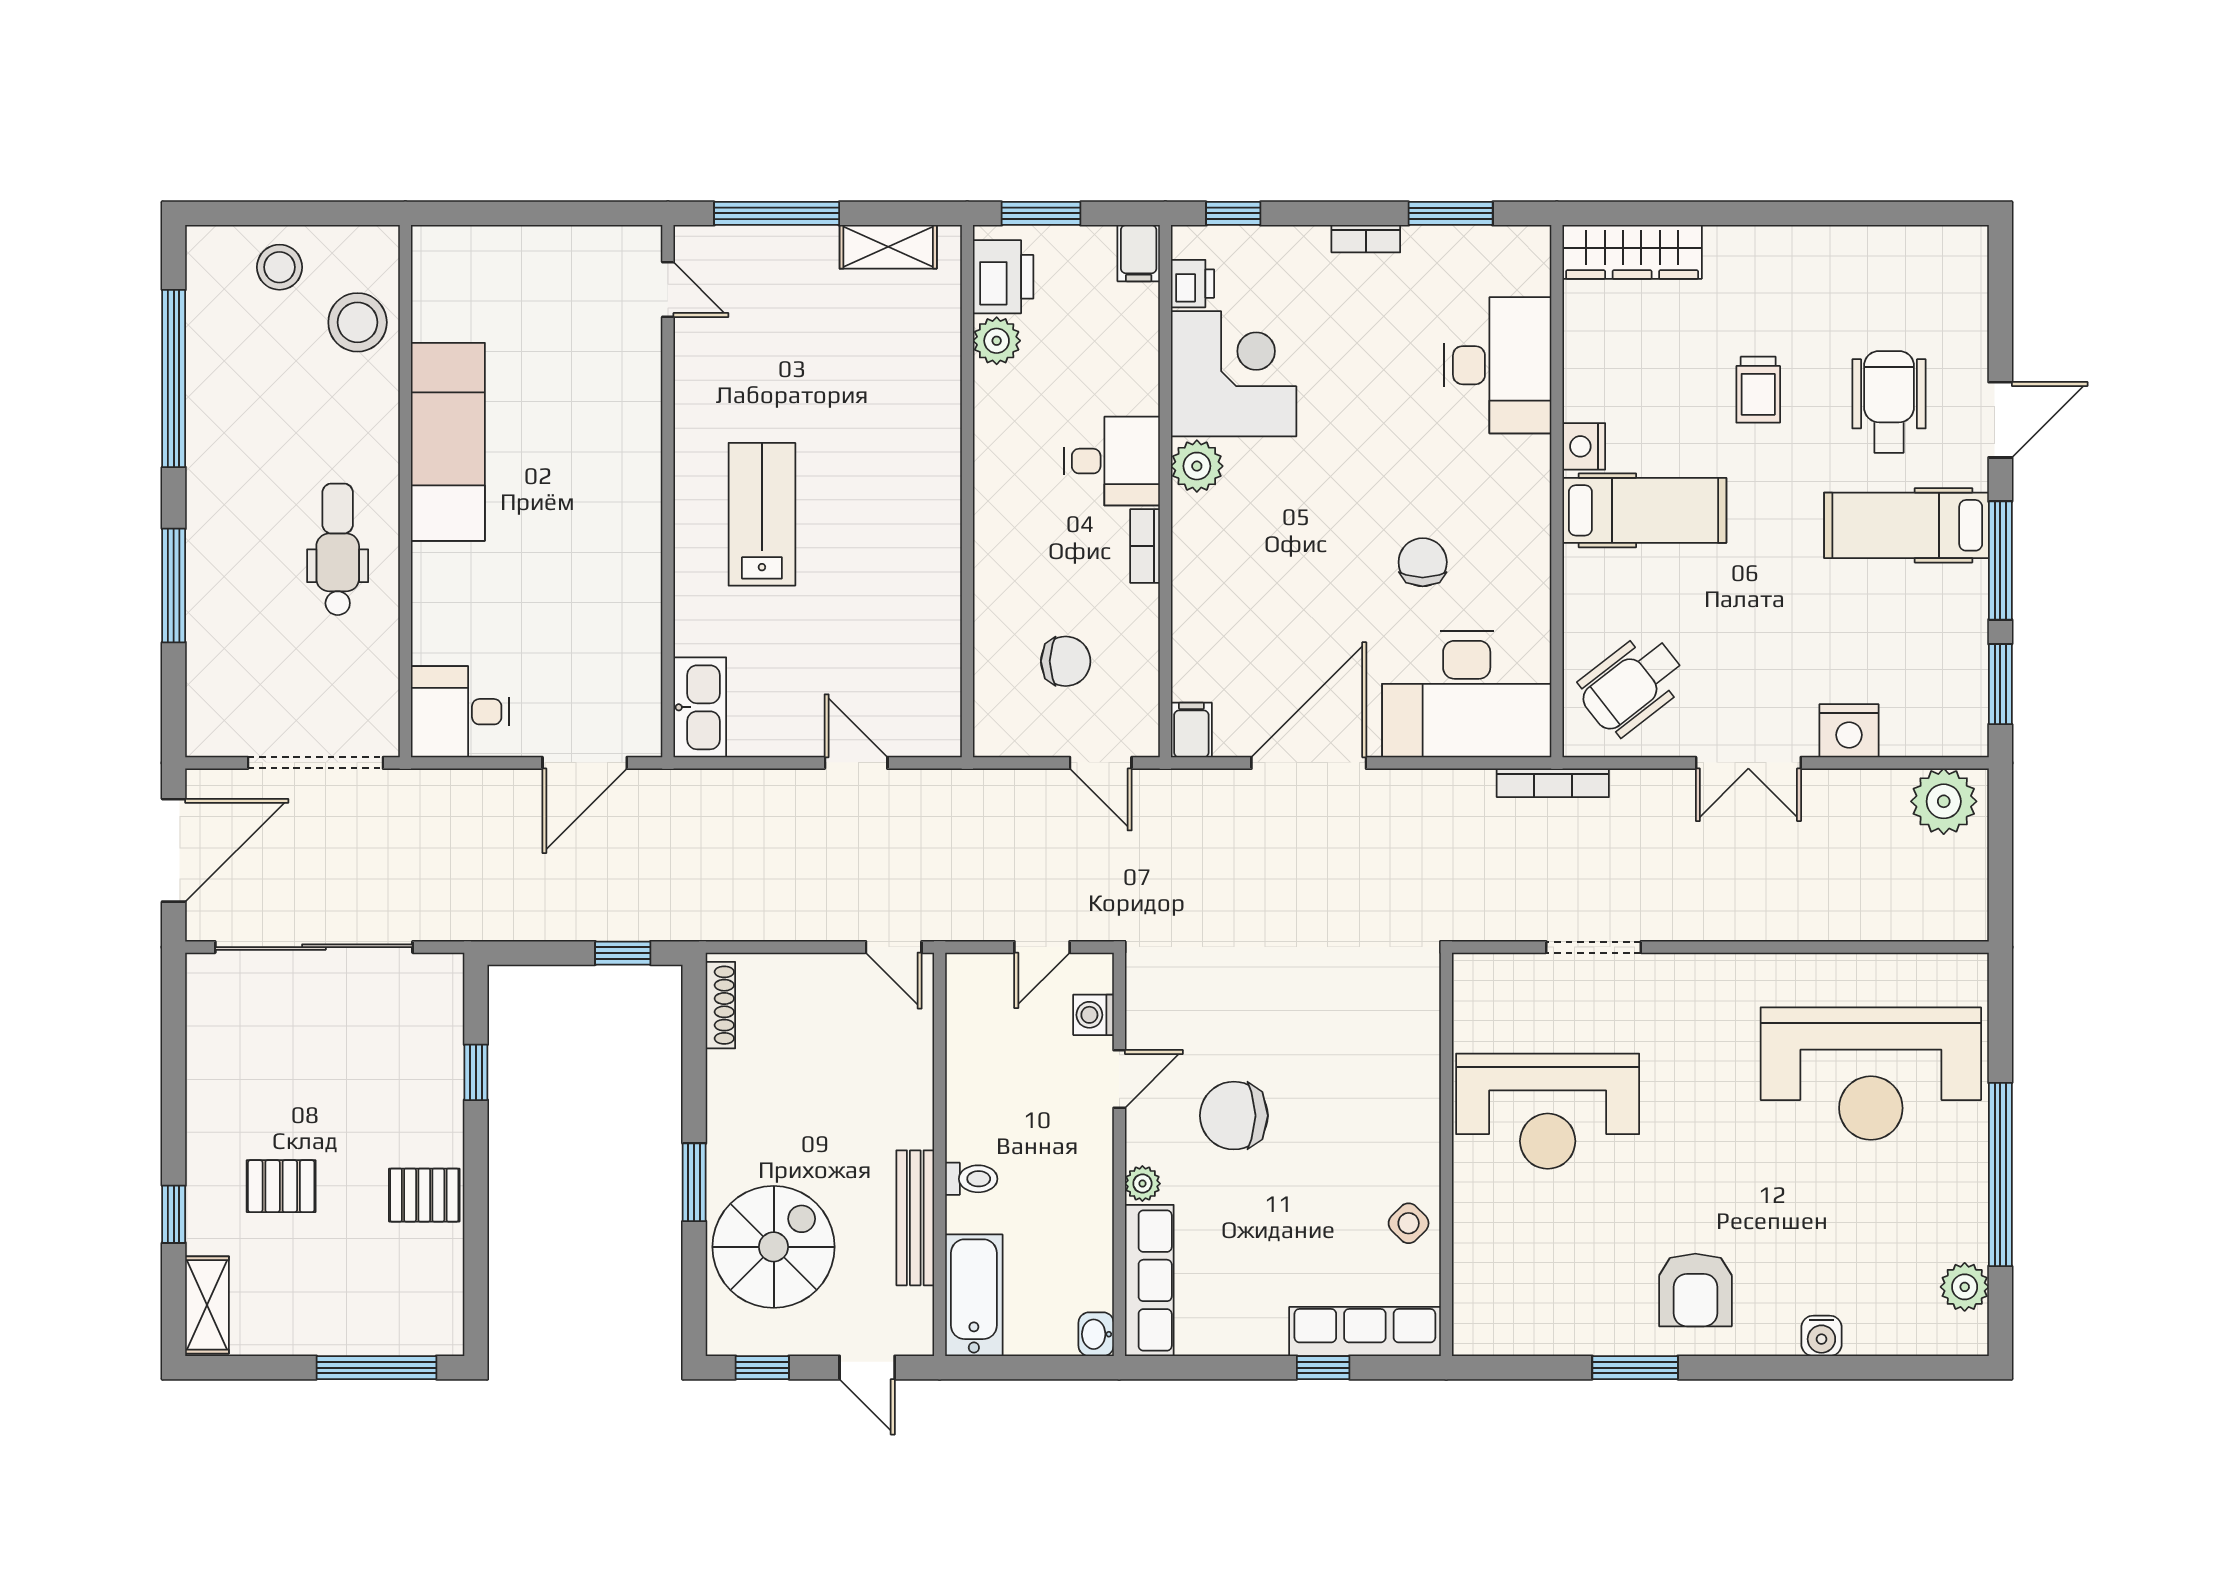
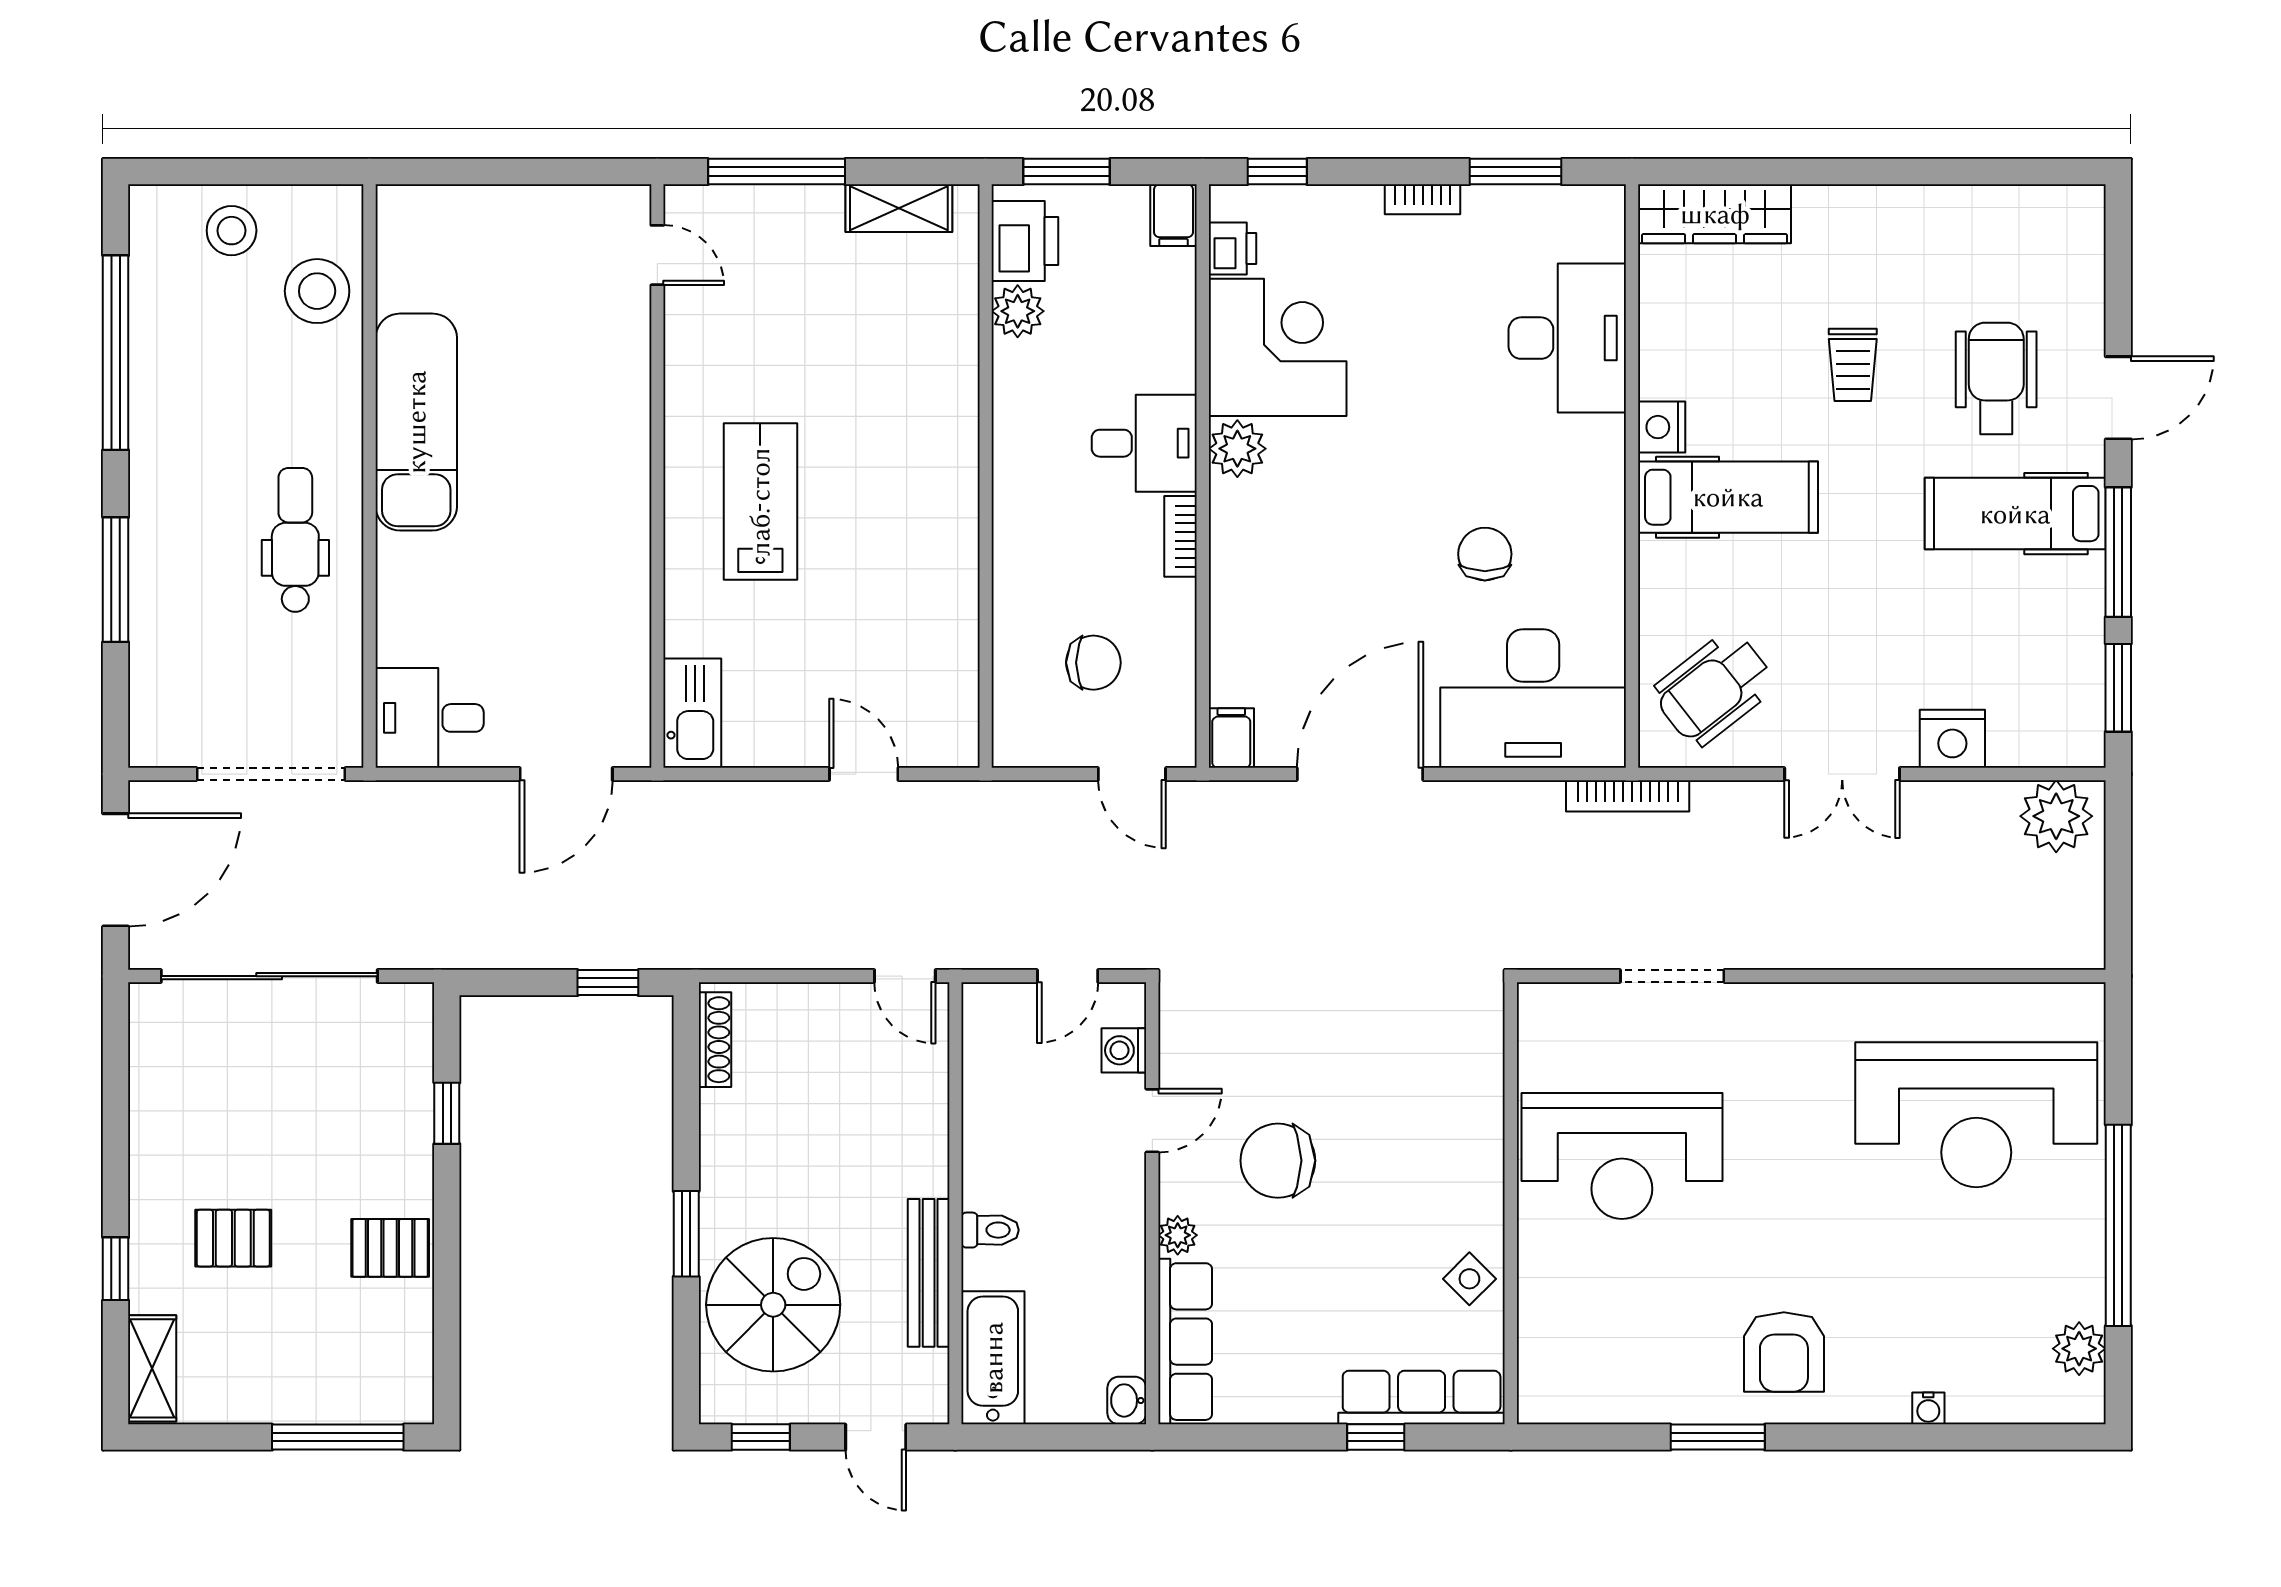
water cooler: (1821, 1336) -> (1928, 1408), width x0.72, depth x0.72

